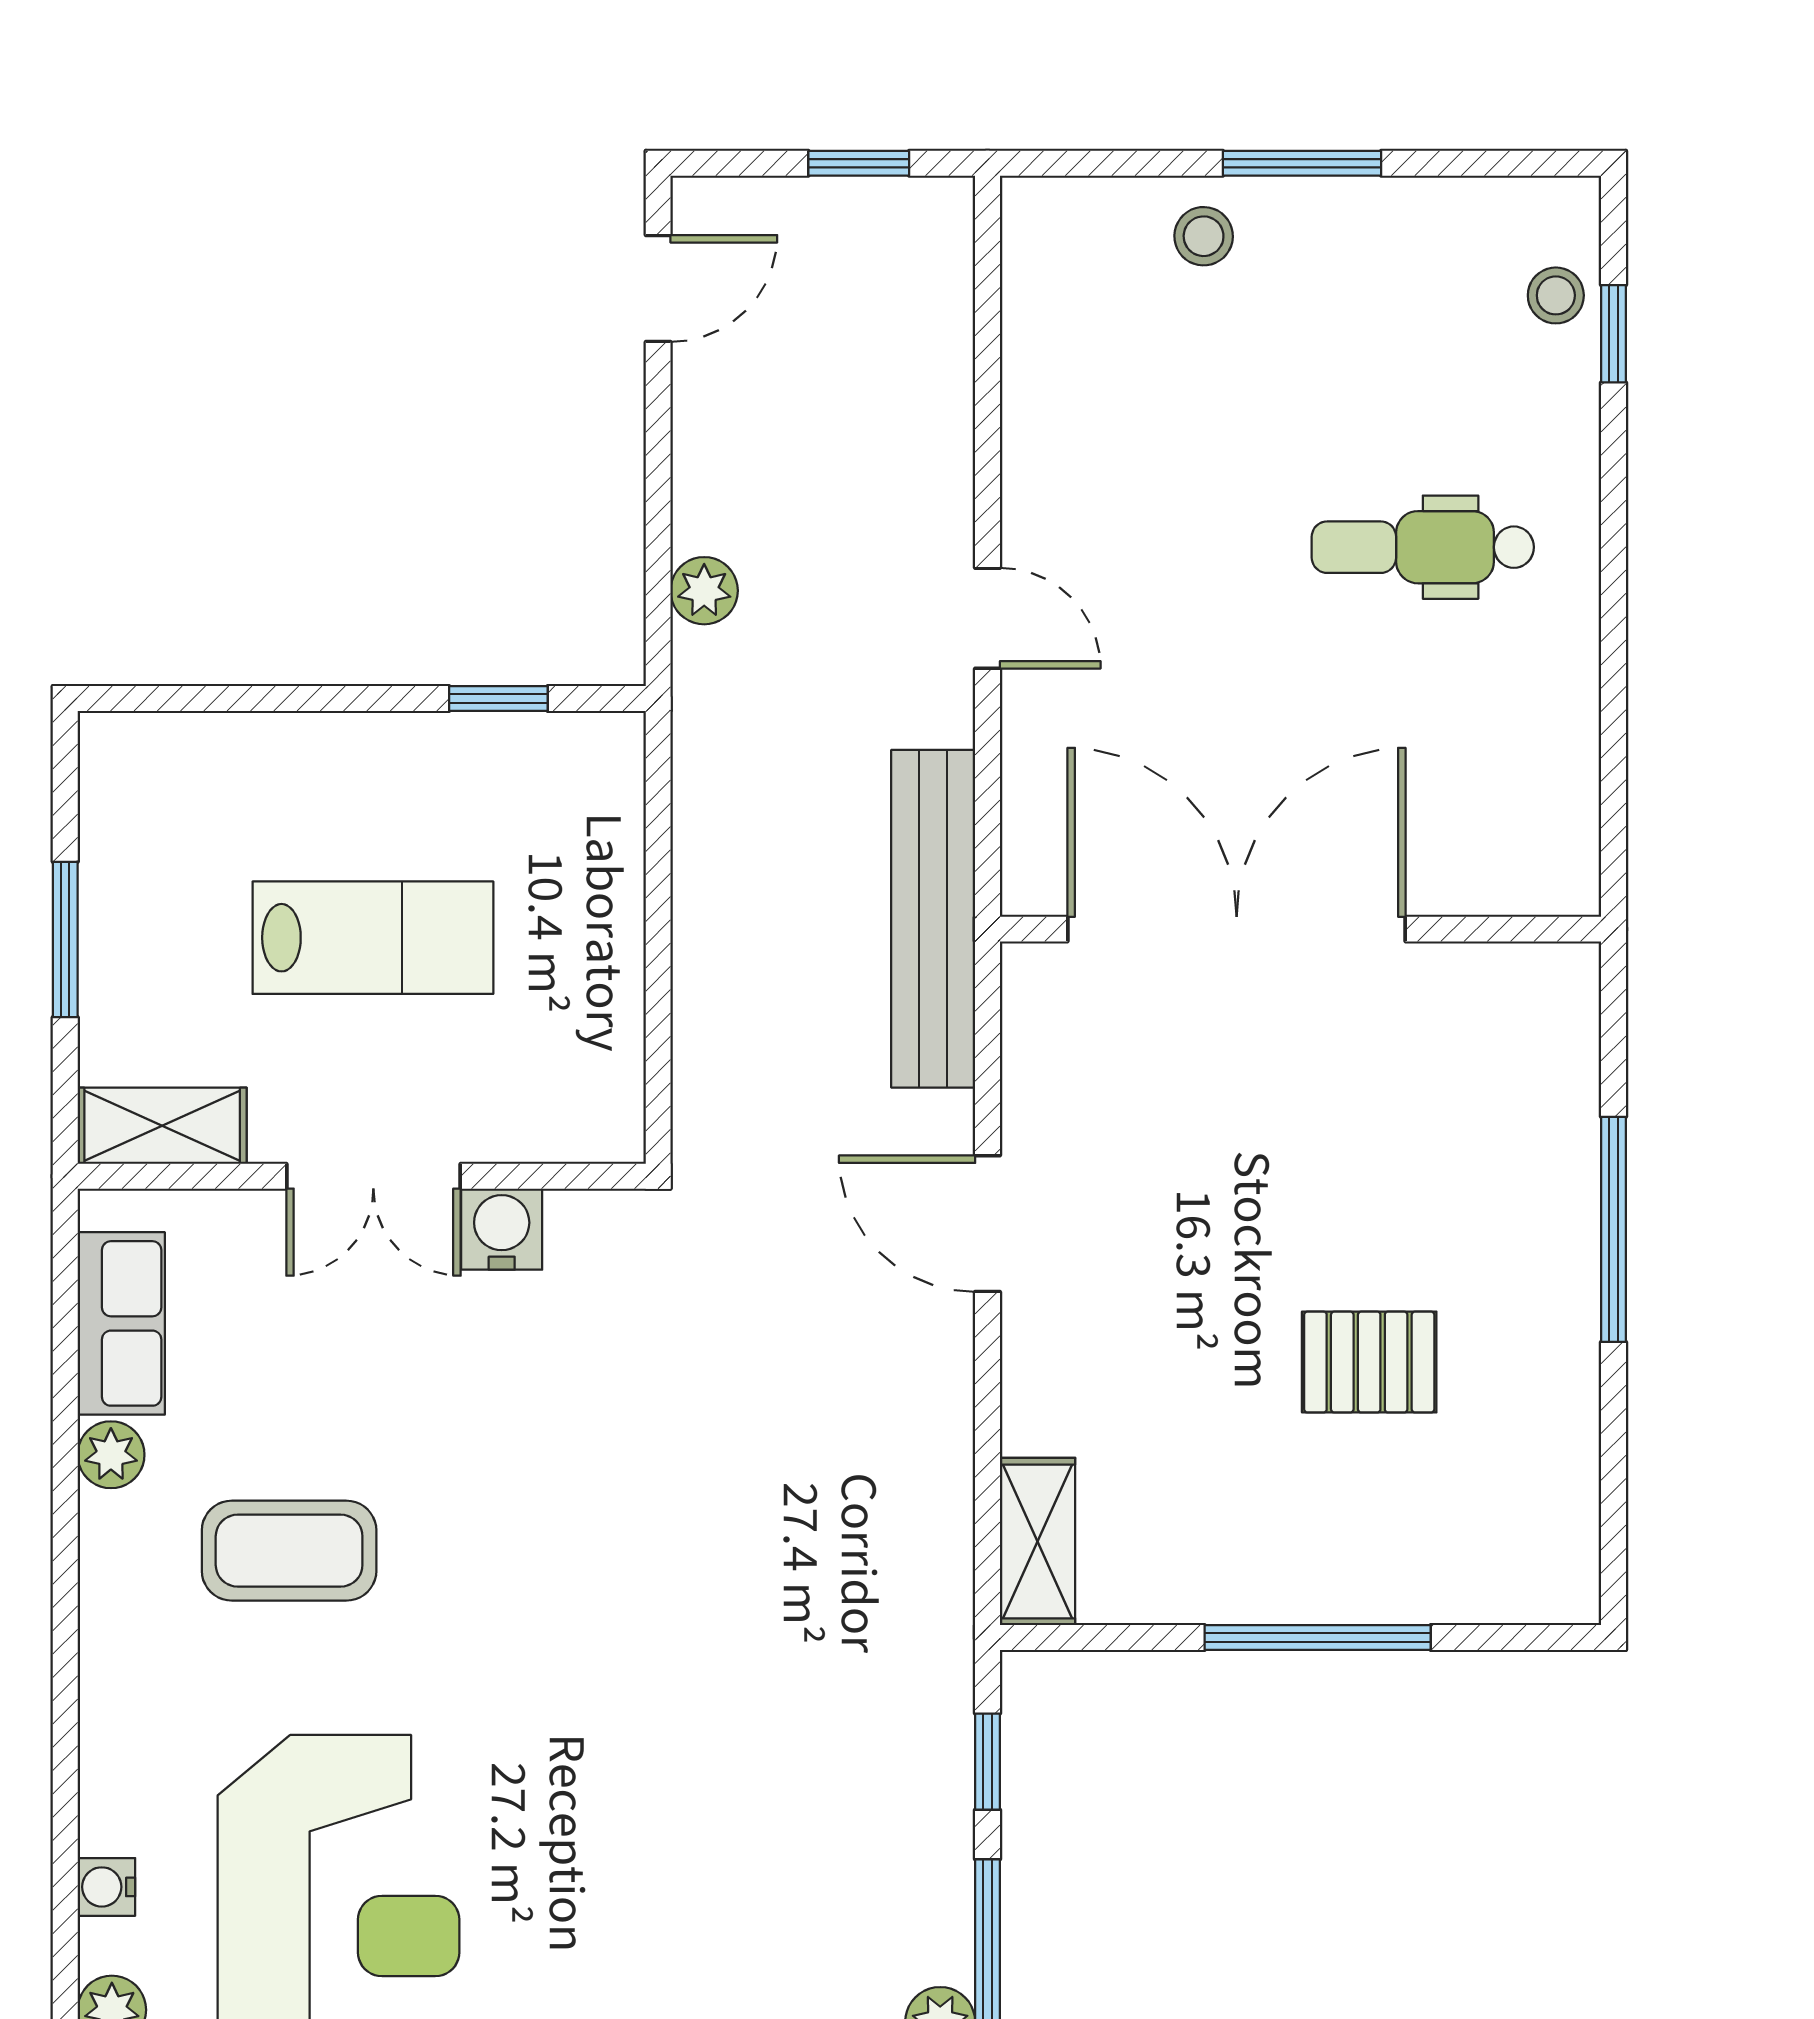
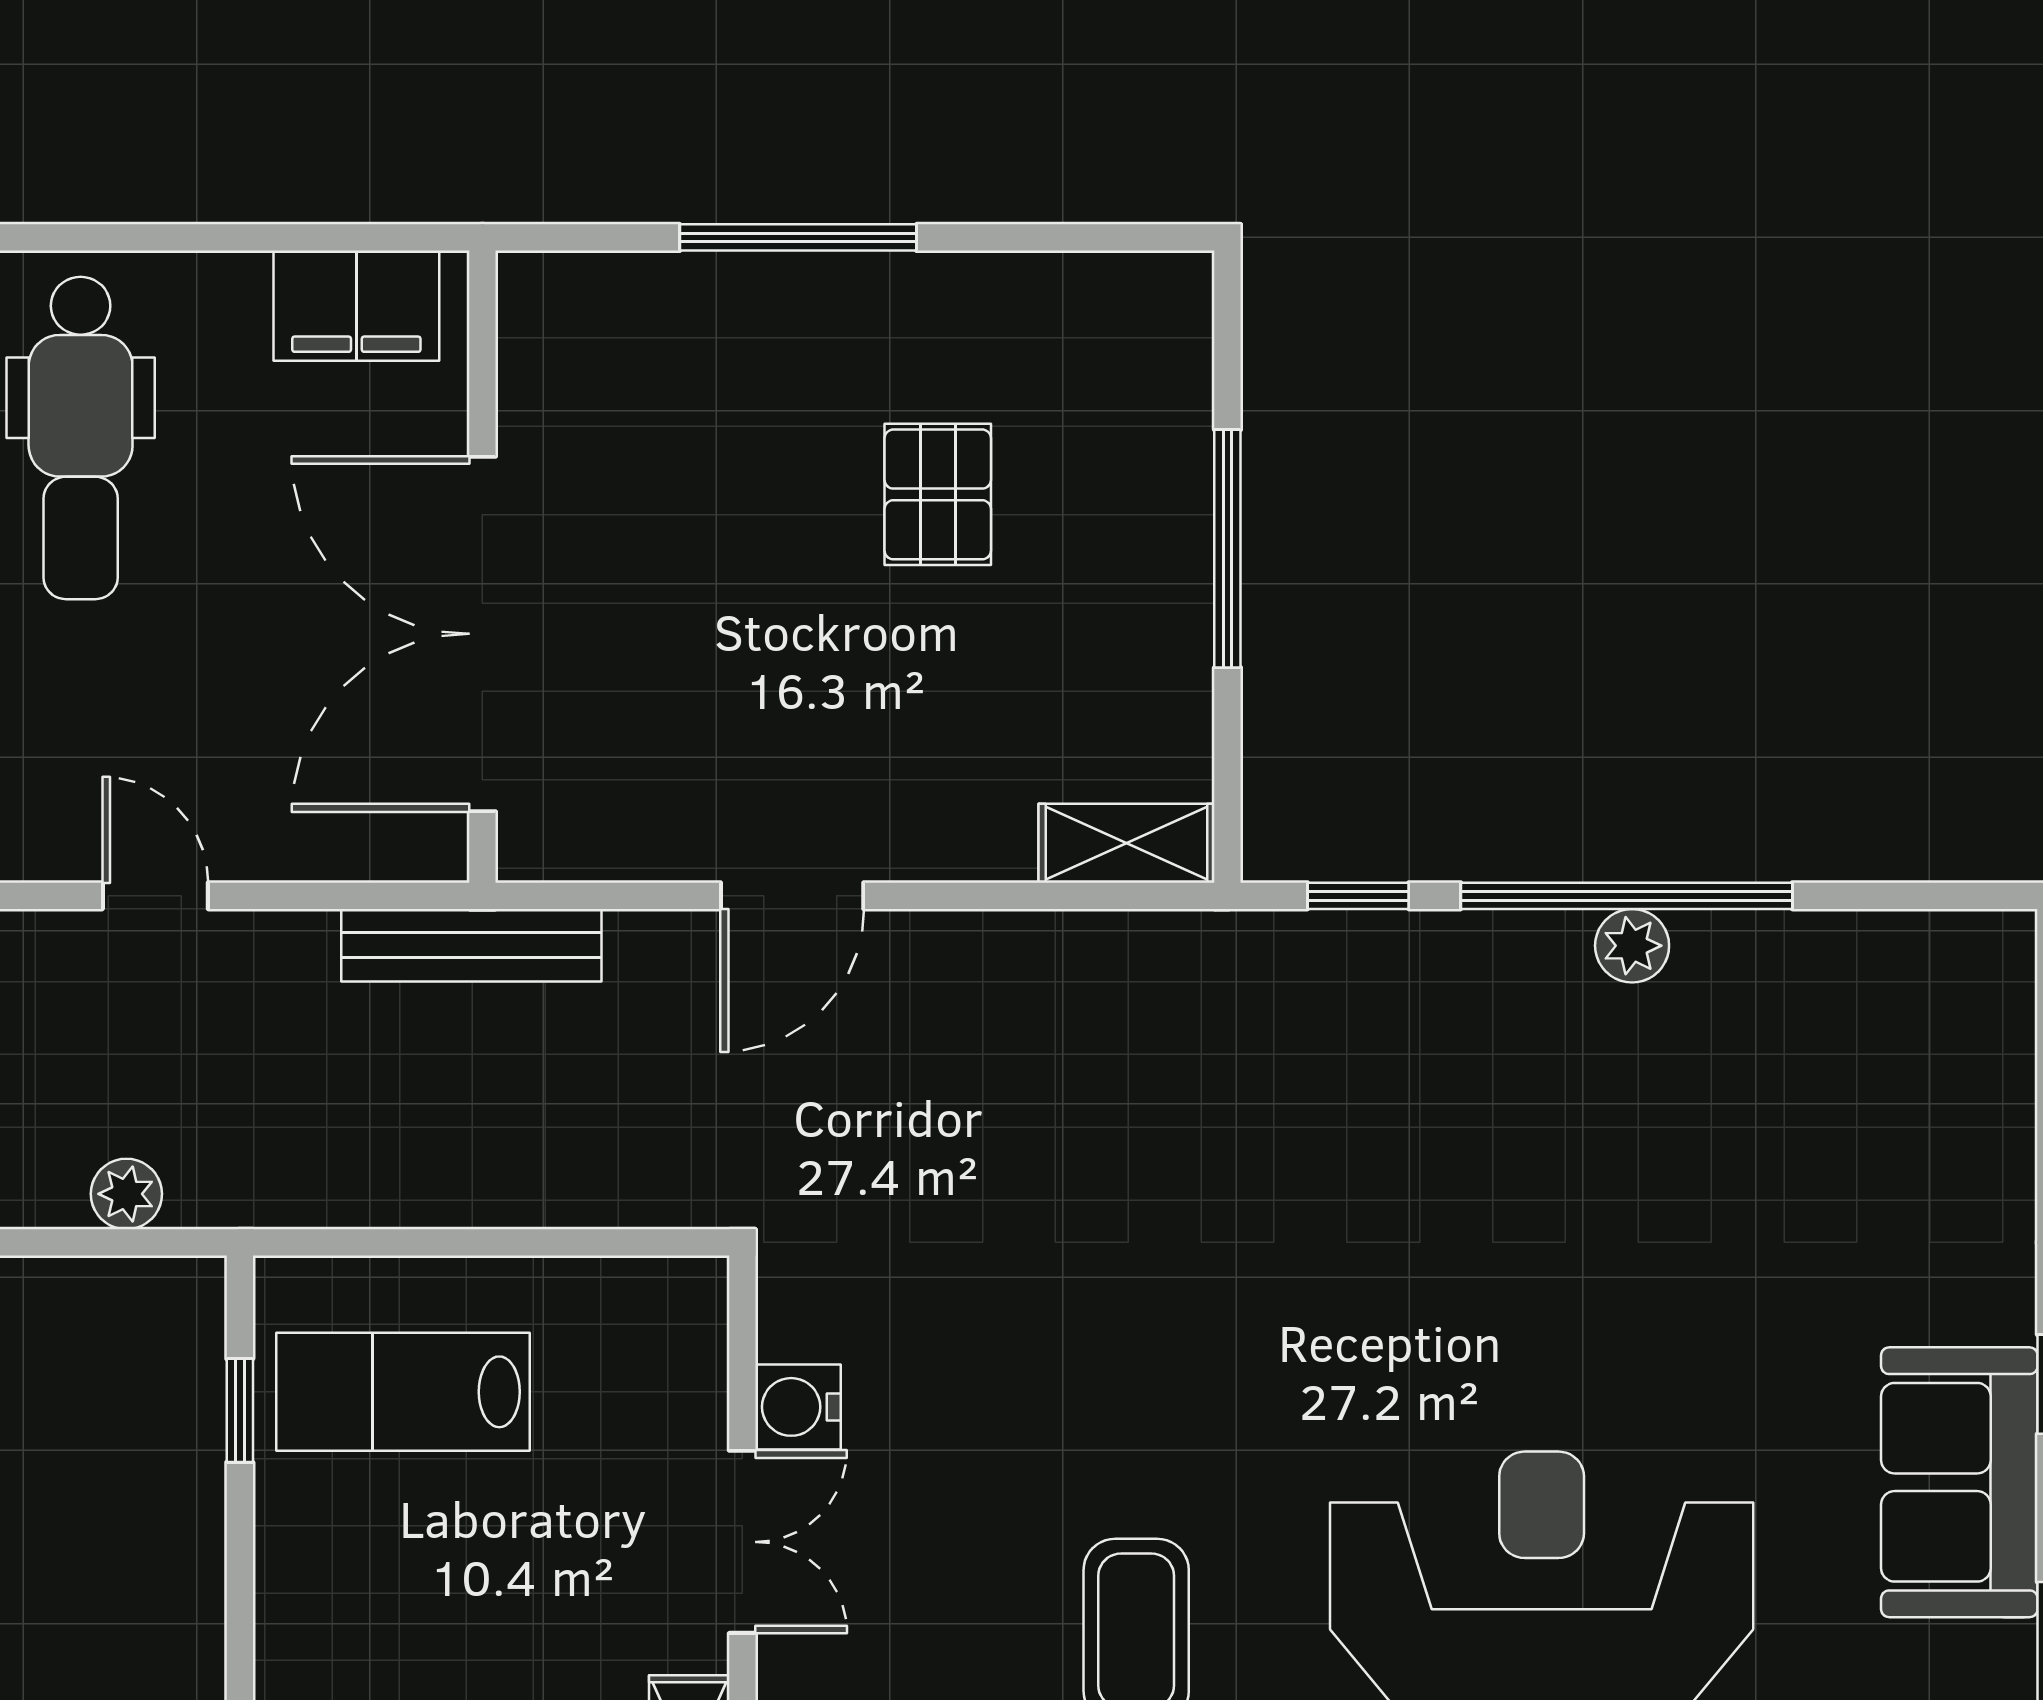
dental chair: (1423, 547) -> (81, 438), width x1.36, depth x1.38
door: (988, 618) -> (155, 896), hinge flipped
filing cabinet: (1549, 809) -> (356, 306), added
bench: (933, 919) -> (471, 945), width x0.73, depth x0.82
lab bench: (373, 938) -> (403, 1392), moved, turned -90

